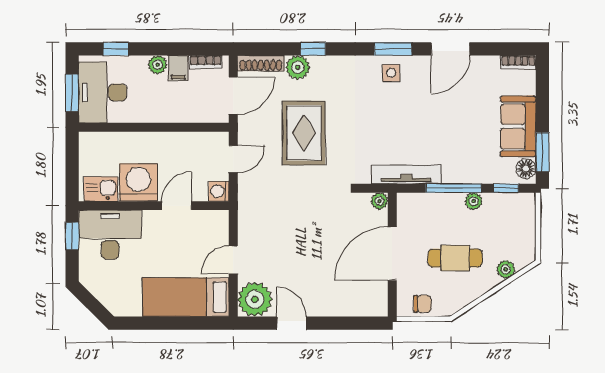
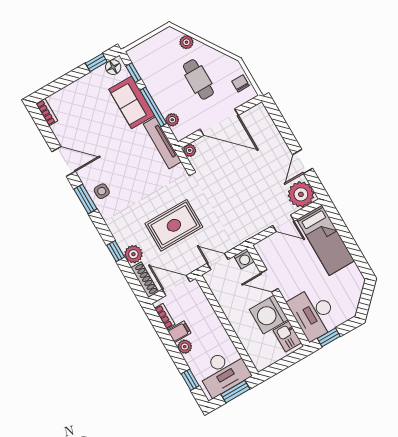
sofa: (518, 126) -> (132, 102), moved, turned 90
window: (542, 152) -> (96, 63), width x0.67
plant: (474, 201) -> (172, 120), moved

